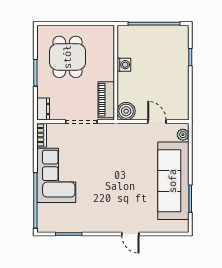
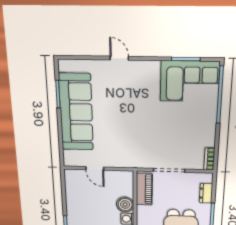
dresser: (43, 109) -> (206, 193), moved
boiler: (126, 111) -> (125, 205), moved
plant: (183, 135) -> (69, 156), removed
corner sofa: (56, 175) -> (190, 81), moved, turned -90

